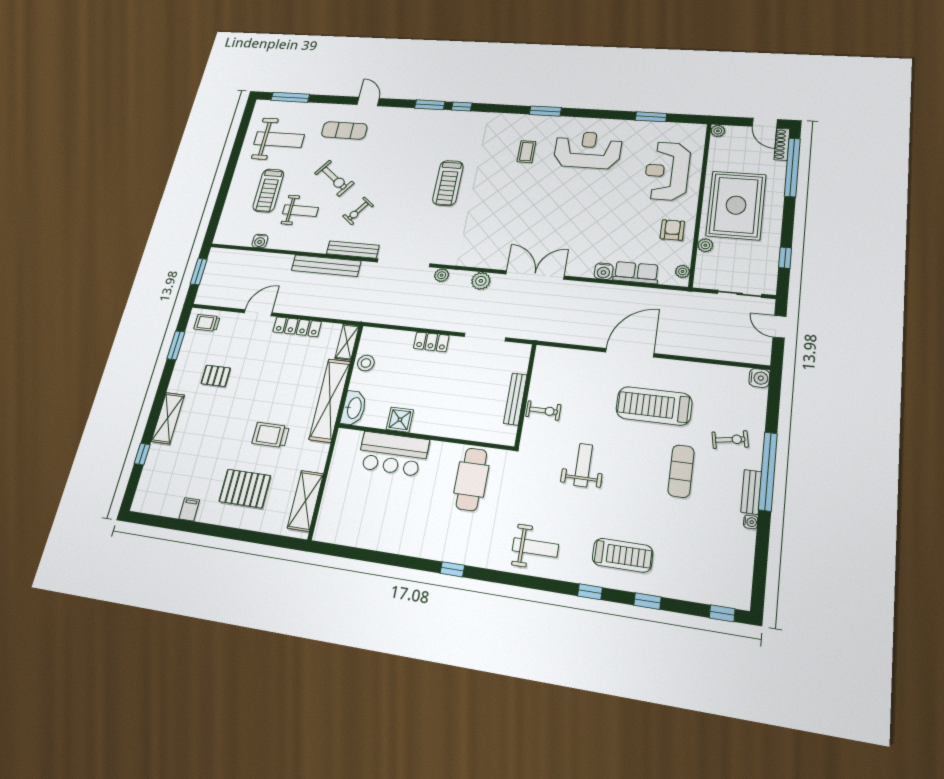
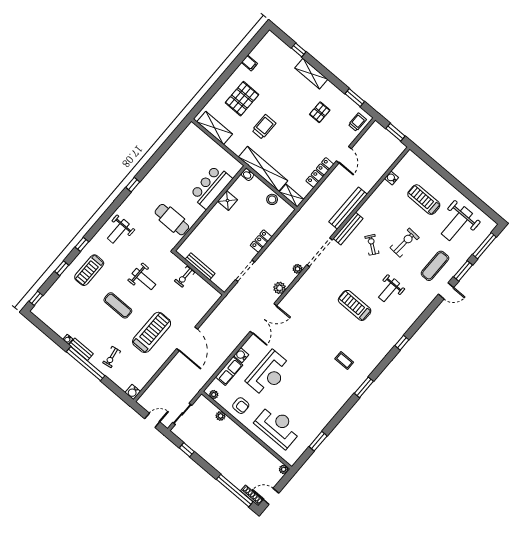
window: (430, 105) -> (463, 271), moved
reception desk: (588, 150) -> (269, 374), moved
exercise bike: (334, 178) -> (405, 243), turned 147
rug: (736, 205) -> (233, 447), removed
weight bench: (300, 211) -> (389, 290), moved
washbasin: (354, 408) -> (248, 175), width x0.52, depth x0.69
exercise mat: (681, 471) -> (118, 305), moved

